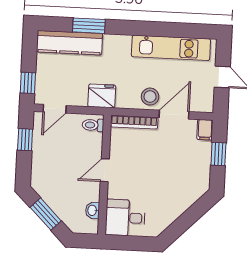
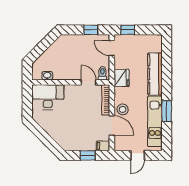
window: (89, 26) -> (167, 111), moved
kitchen counter: (70, 43) -> (155, 74), moved
door: (105, 170) -> (89, 82), moved
window: (46, 214) -> (43, 46), removed
desk: (125, 218) -> (48, 97), width x1.37

